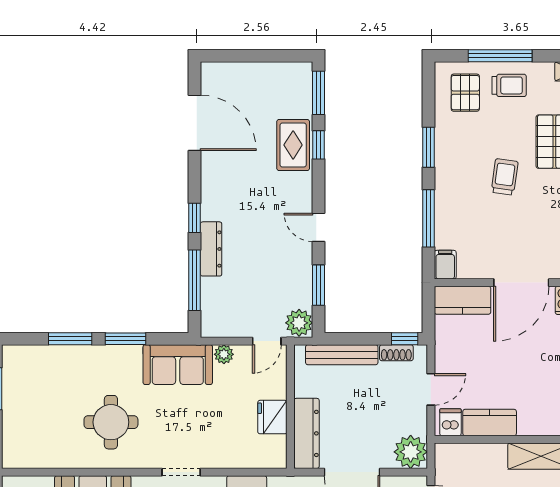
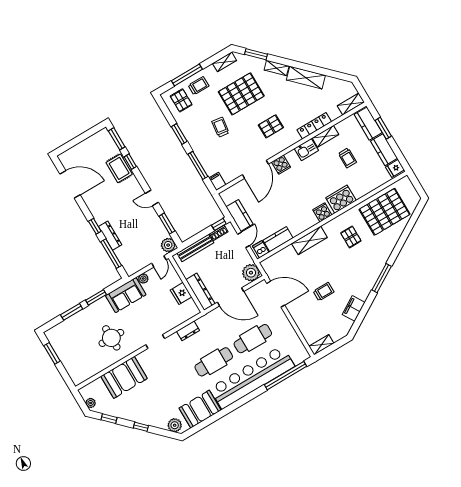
kitchen counter: (463, 300) -> (239, 215), moved, turned -90

